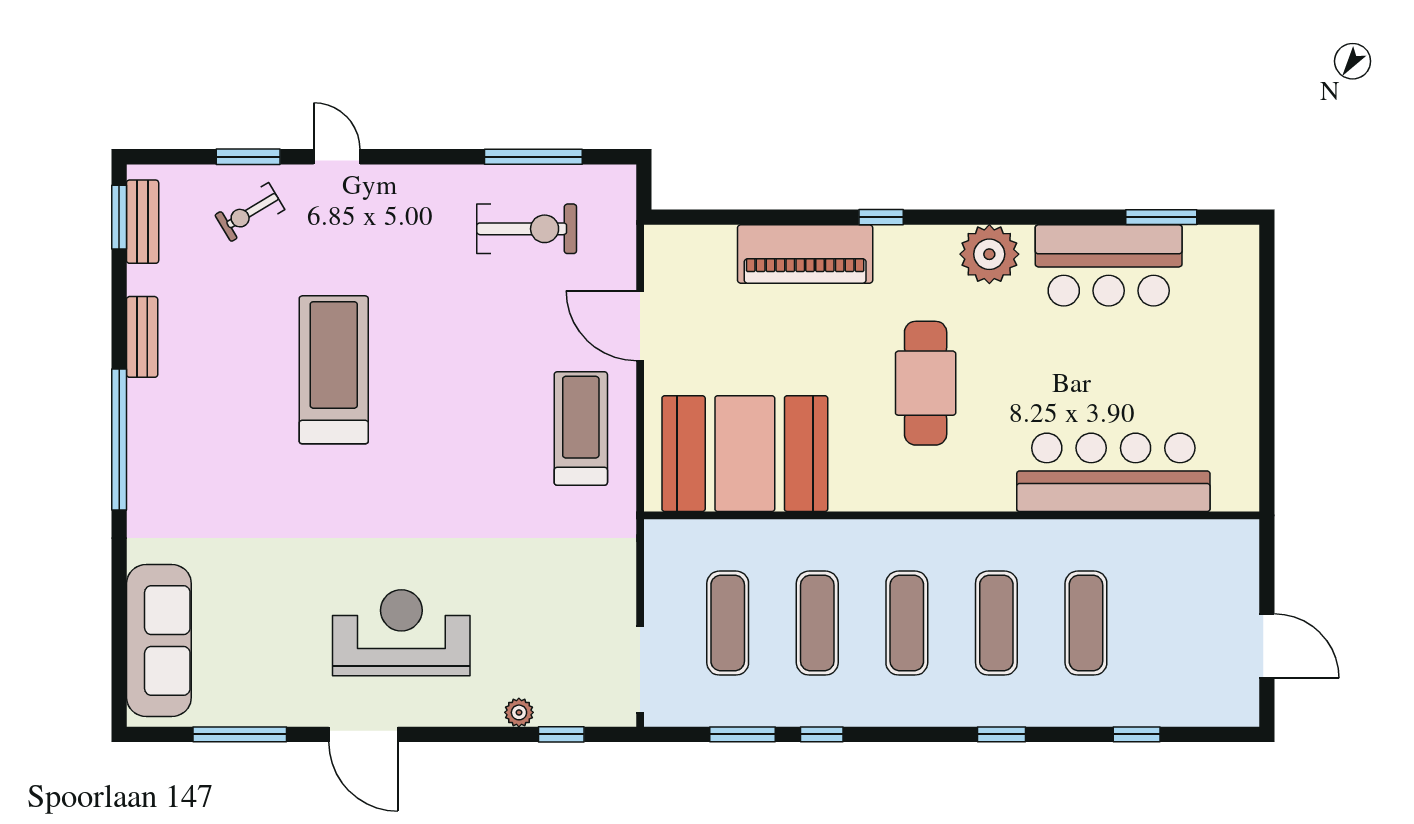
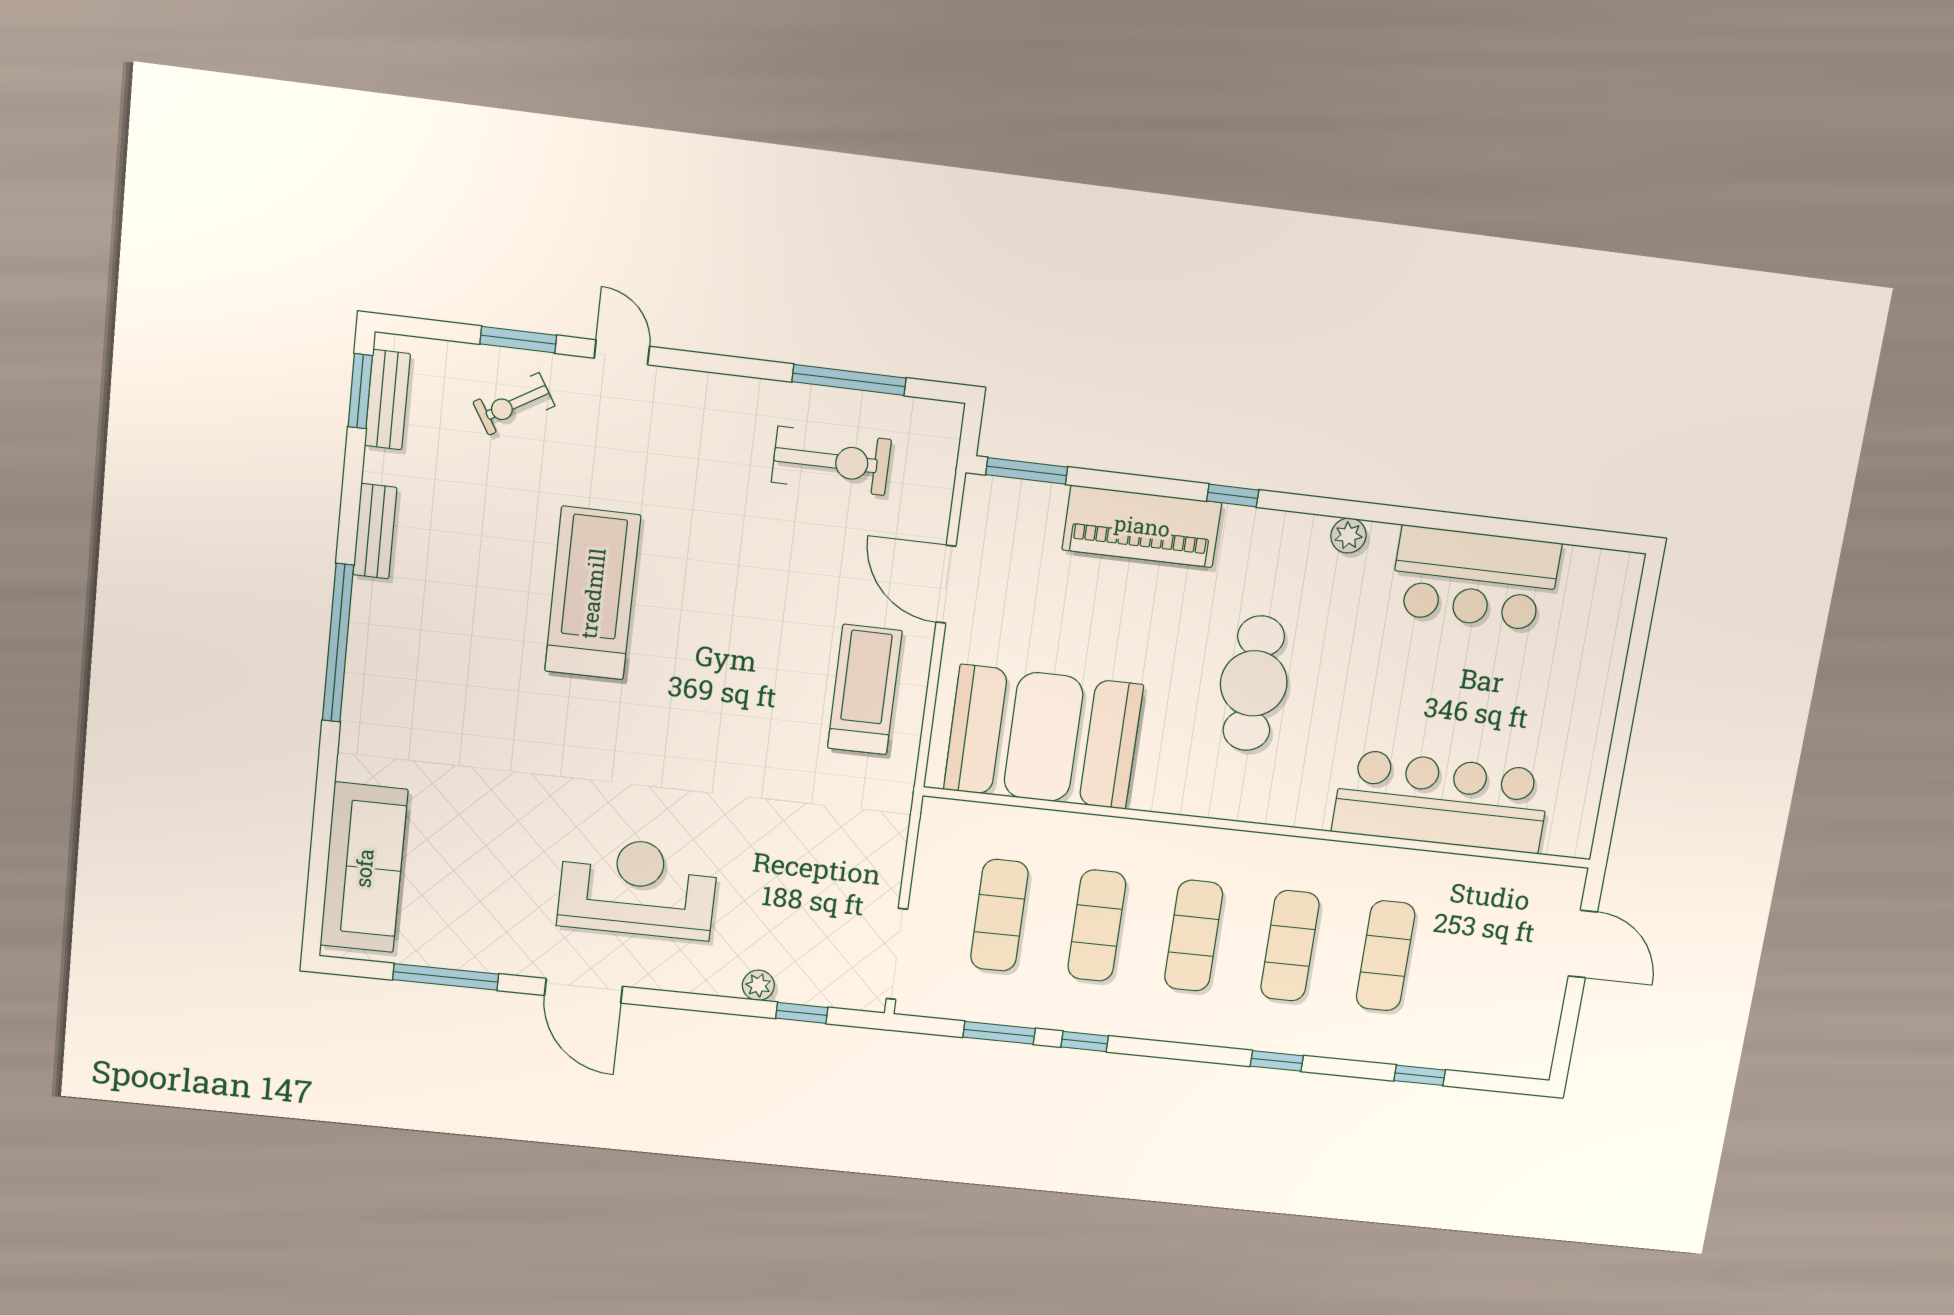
window: (1161, 217) -> (1027, 471), moved
plant: (989, 254) -> (1348, 536), width x0.53, depth x0.53
door: (1267, 646) -> (1583, 944), moved

